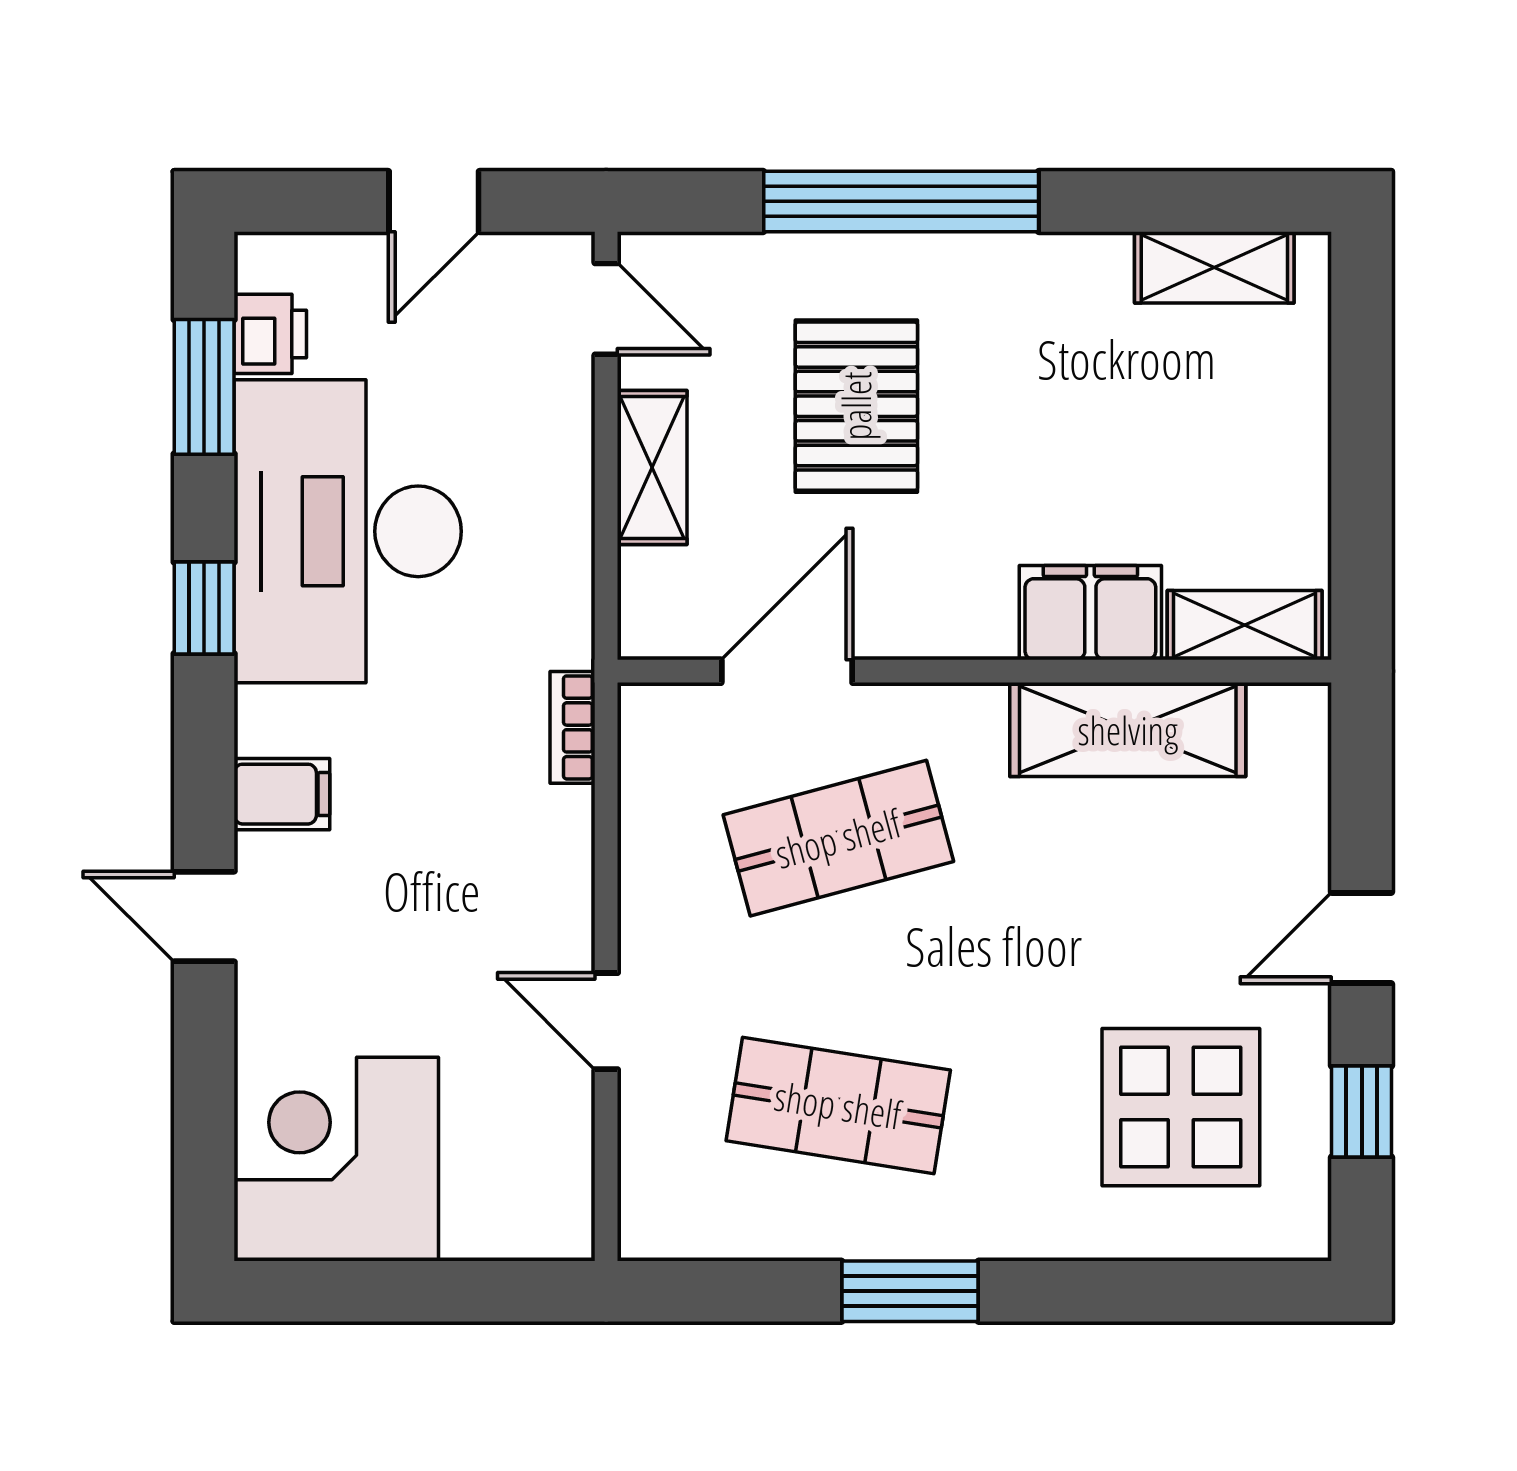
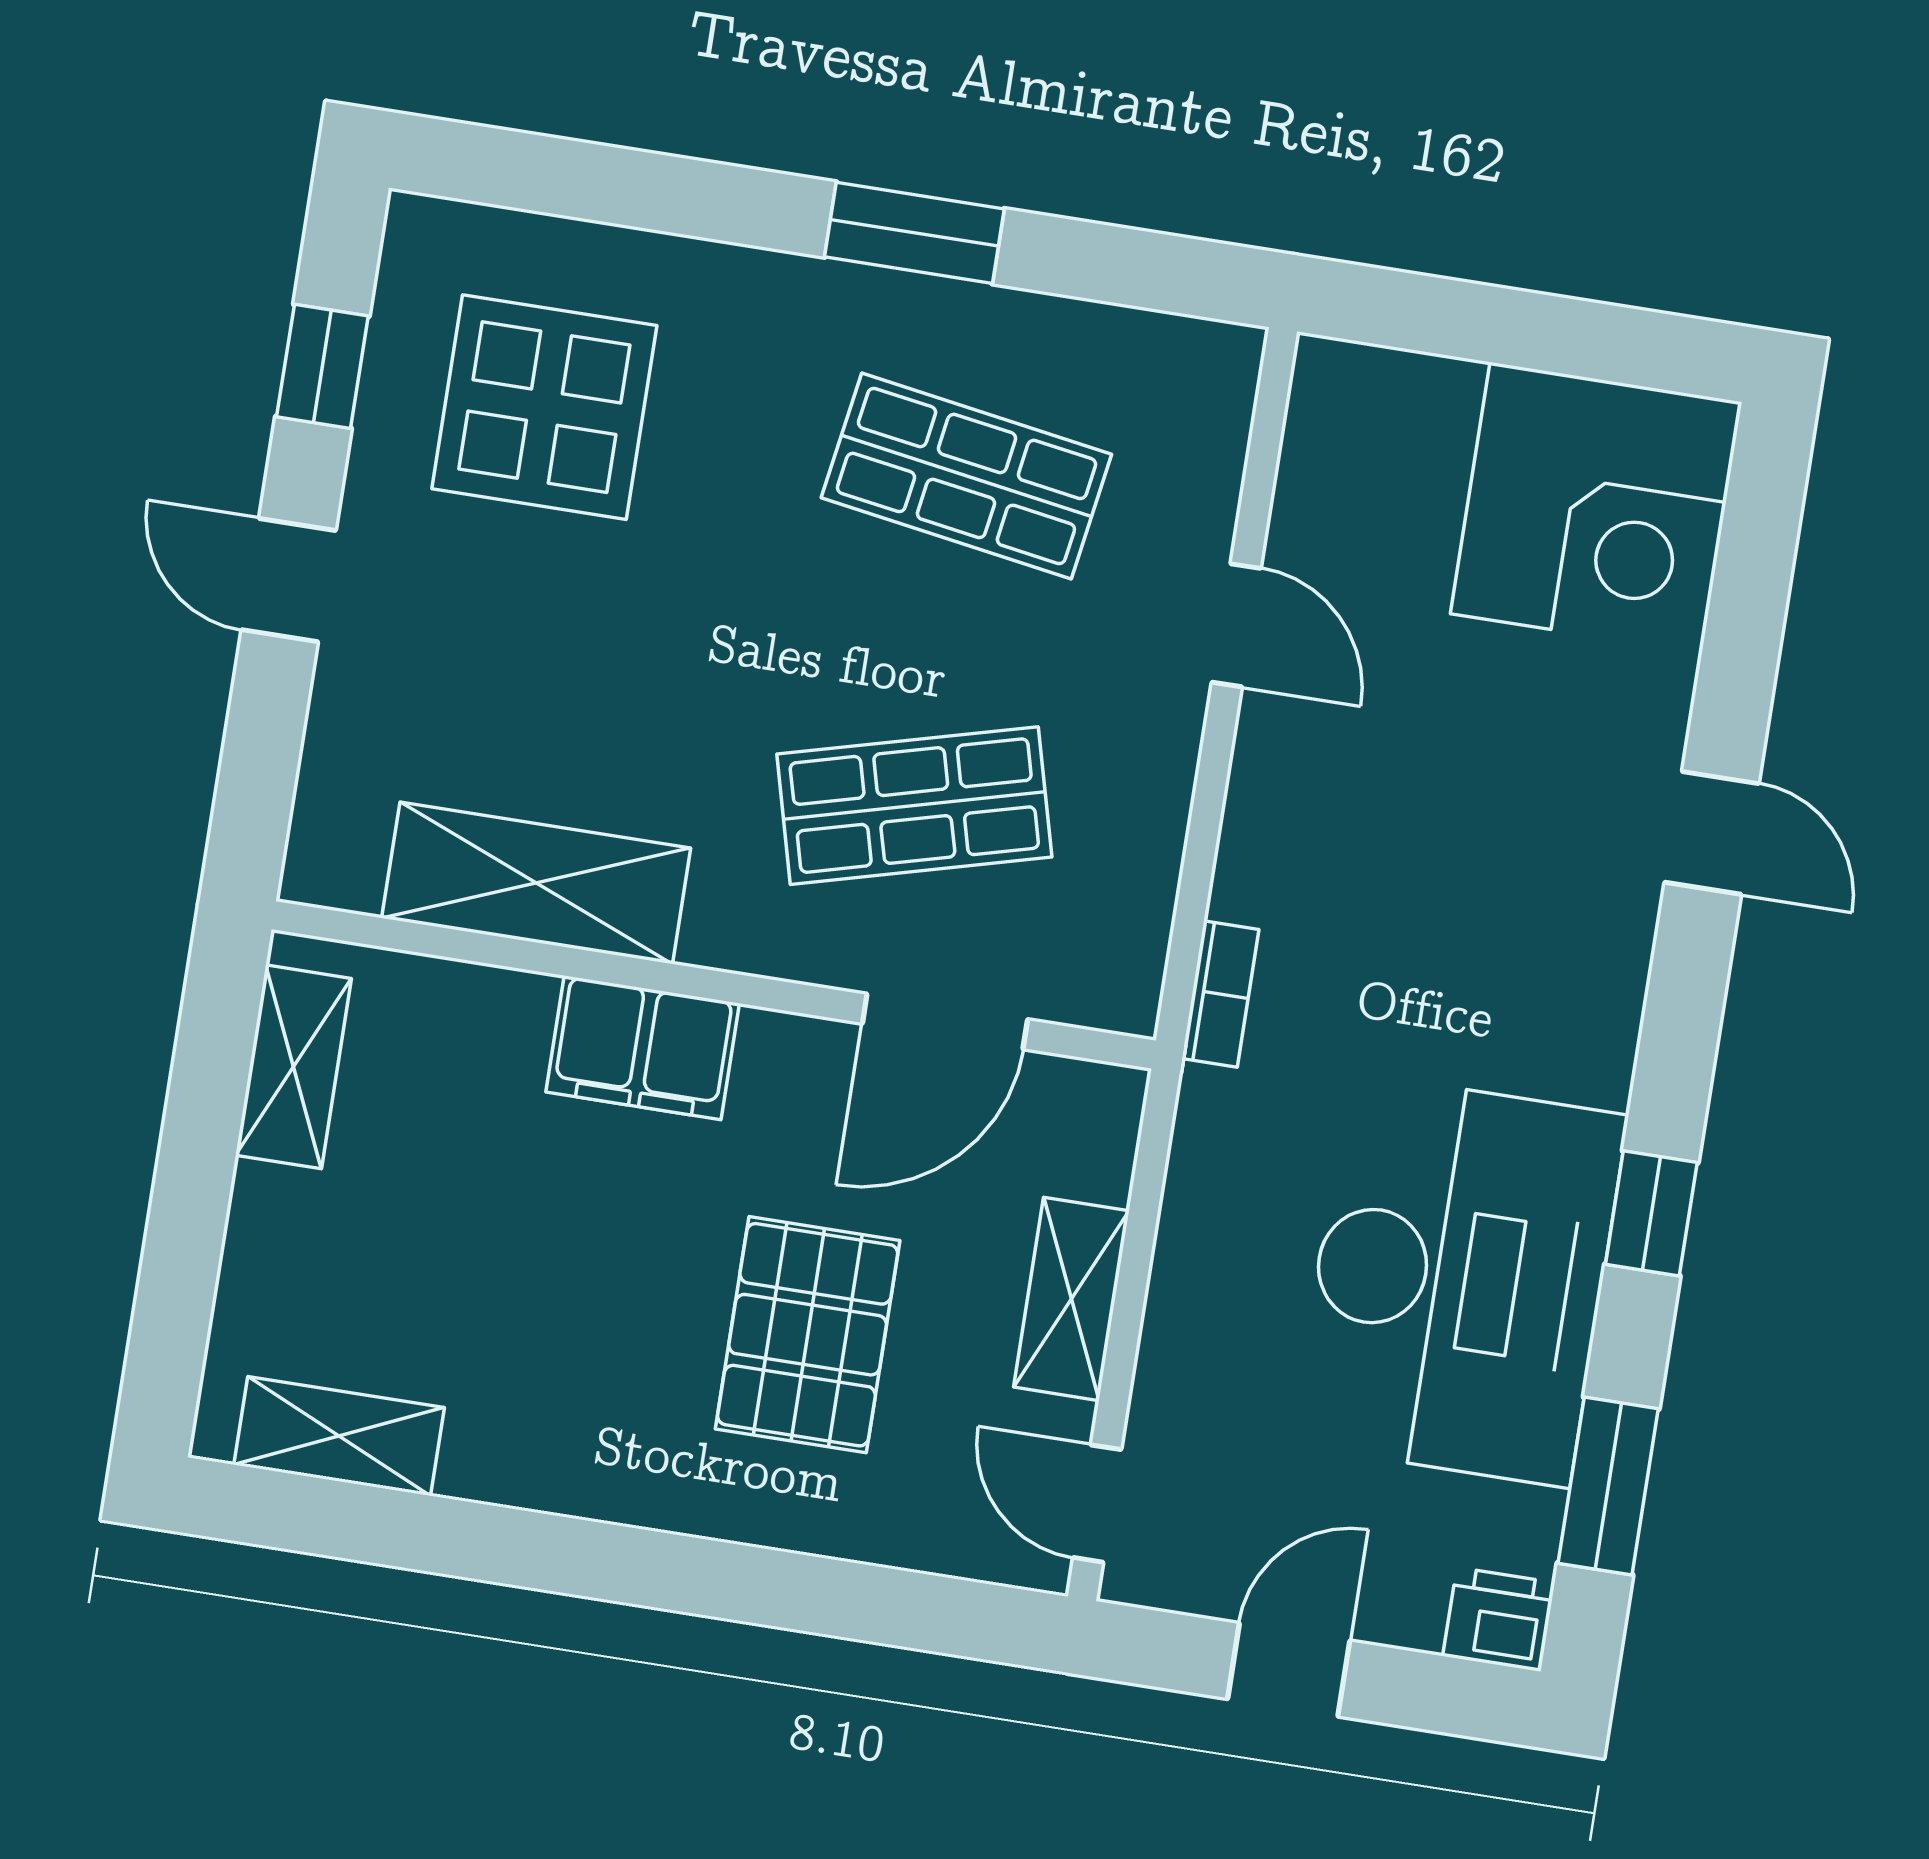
window: (901, 201) -> (713, 1578), removed
printer: (270, 334) -> (1499, 1619), moved, turned 90
filing cabinet: (1090, 613) -> (643, 1048), moved
shelving: (1245, 625) -> (293, 1067), moved, turned 90
filing cabinet: (282, 794) -> (1592, 969), removed
door: (1362, 938) -> (289, 580), swing flipped

